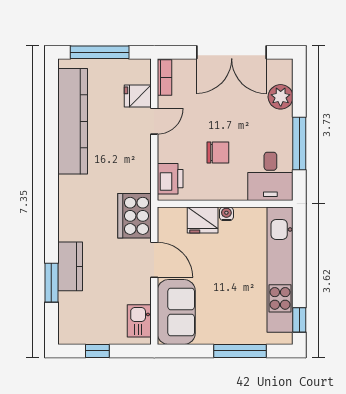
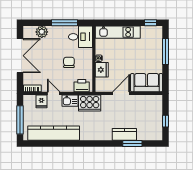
cooker: (134, 216) -> (90, 103), moved
kitchen unit: (280, 270) -> (118, 32), width x0.73
kitchen sink: (139, 321) -> (70, 101), moved

